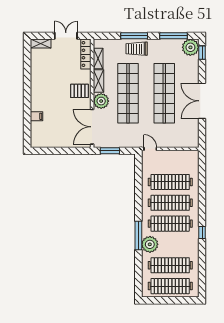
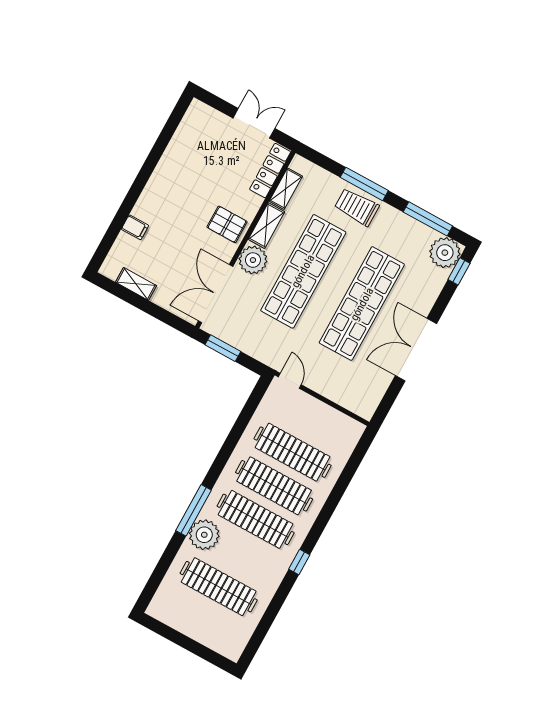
shelving: (41, 44) -> (136, 284), moved
clothes rail: (170, 286) -> (200, 620), removed

